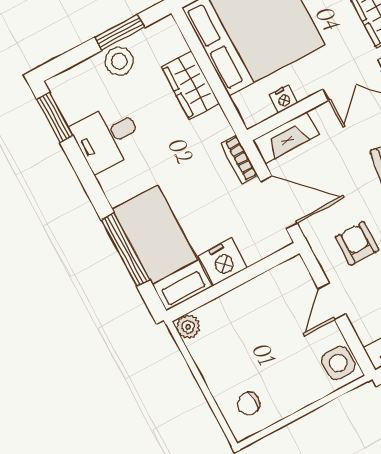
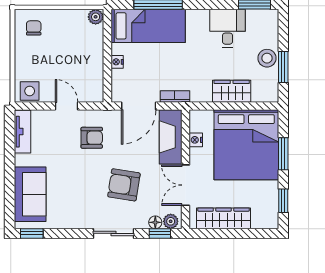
fireplace: (286, 137) -> (171, 137), width x1.37, depth x1.32
nightstand: (223, 262) -> (117, 62), width x0.53, depth x0.56

